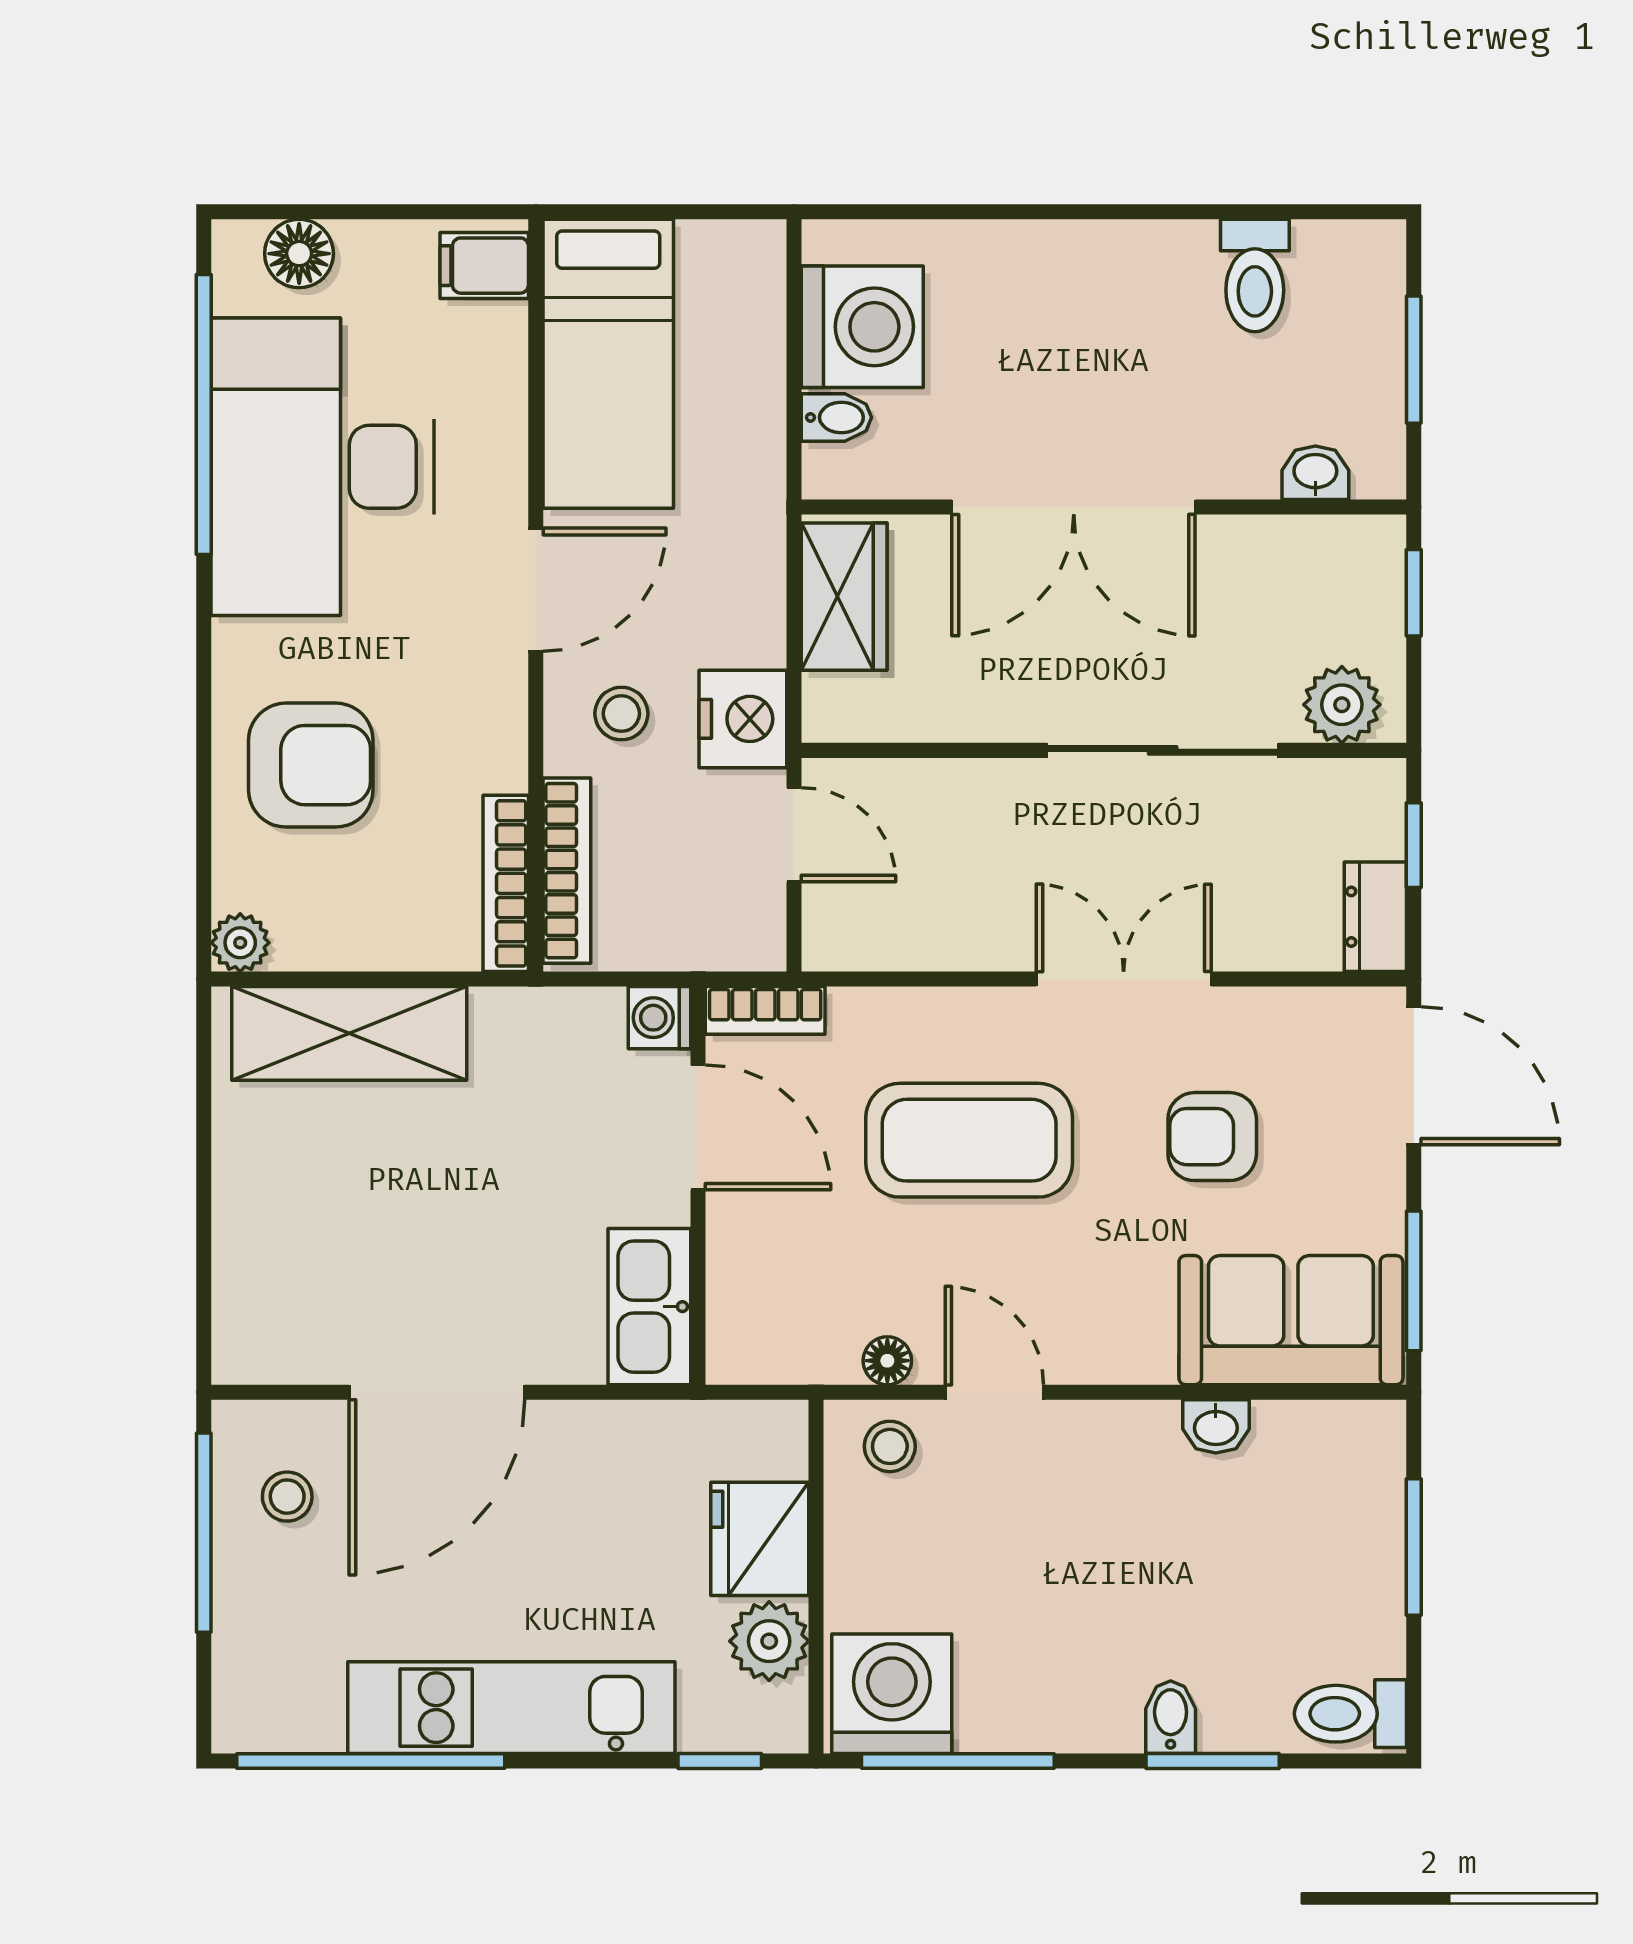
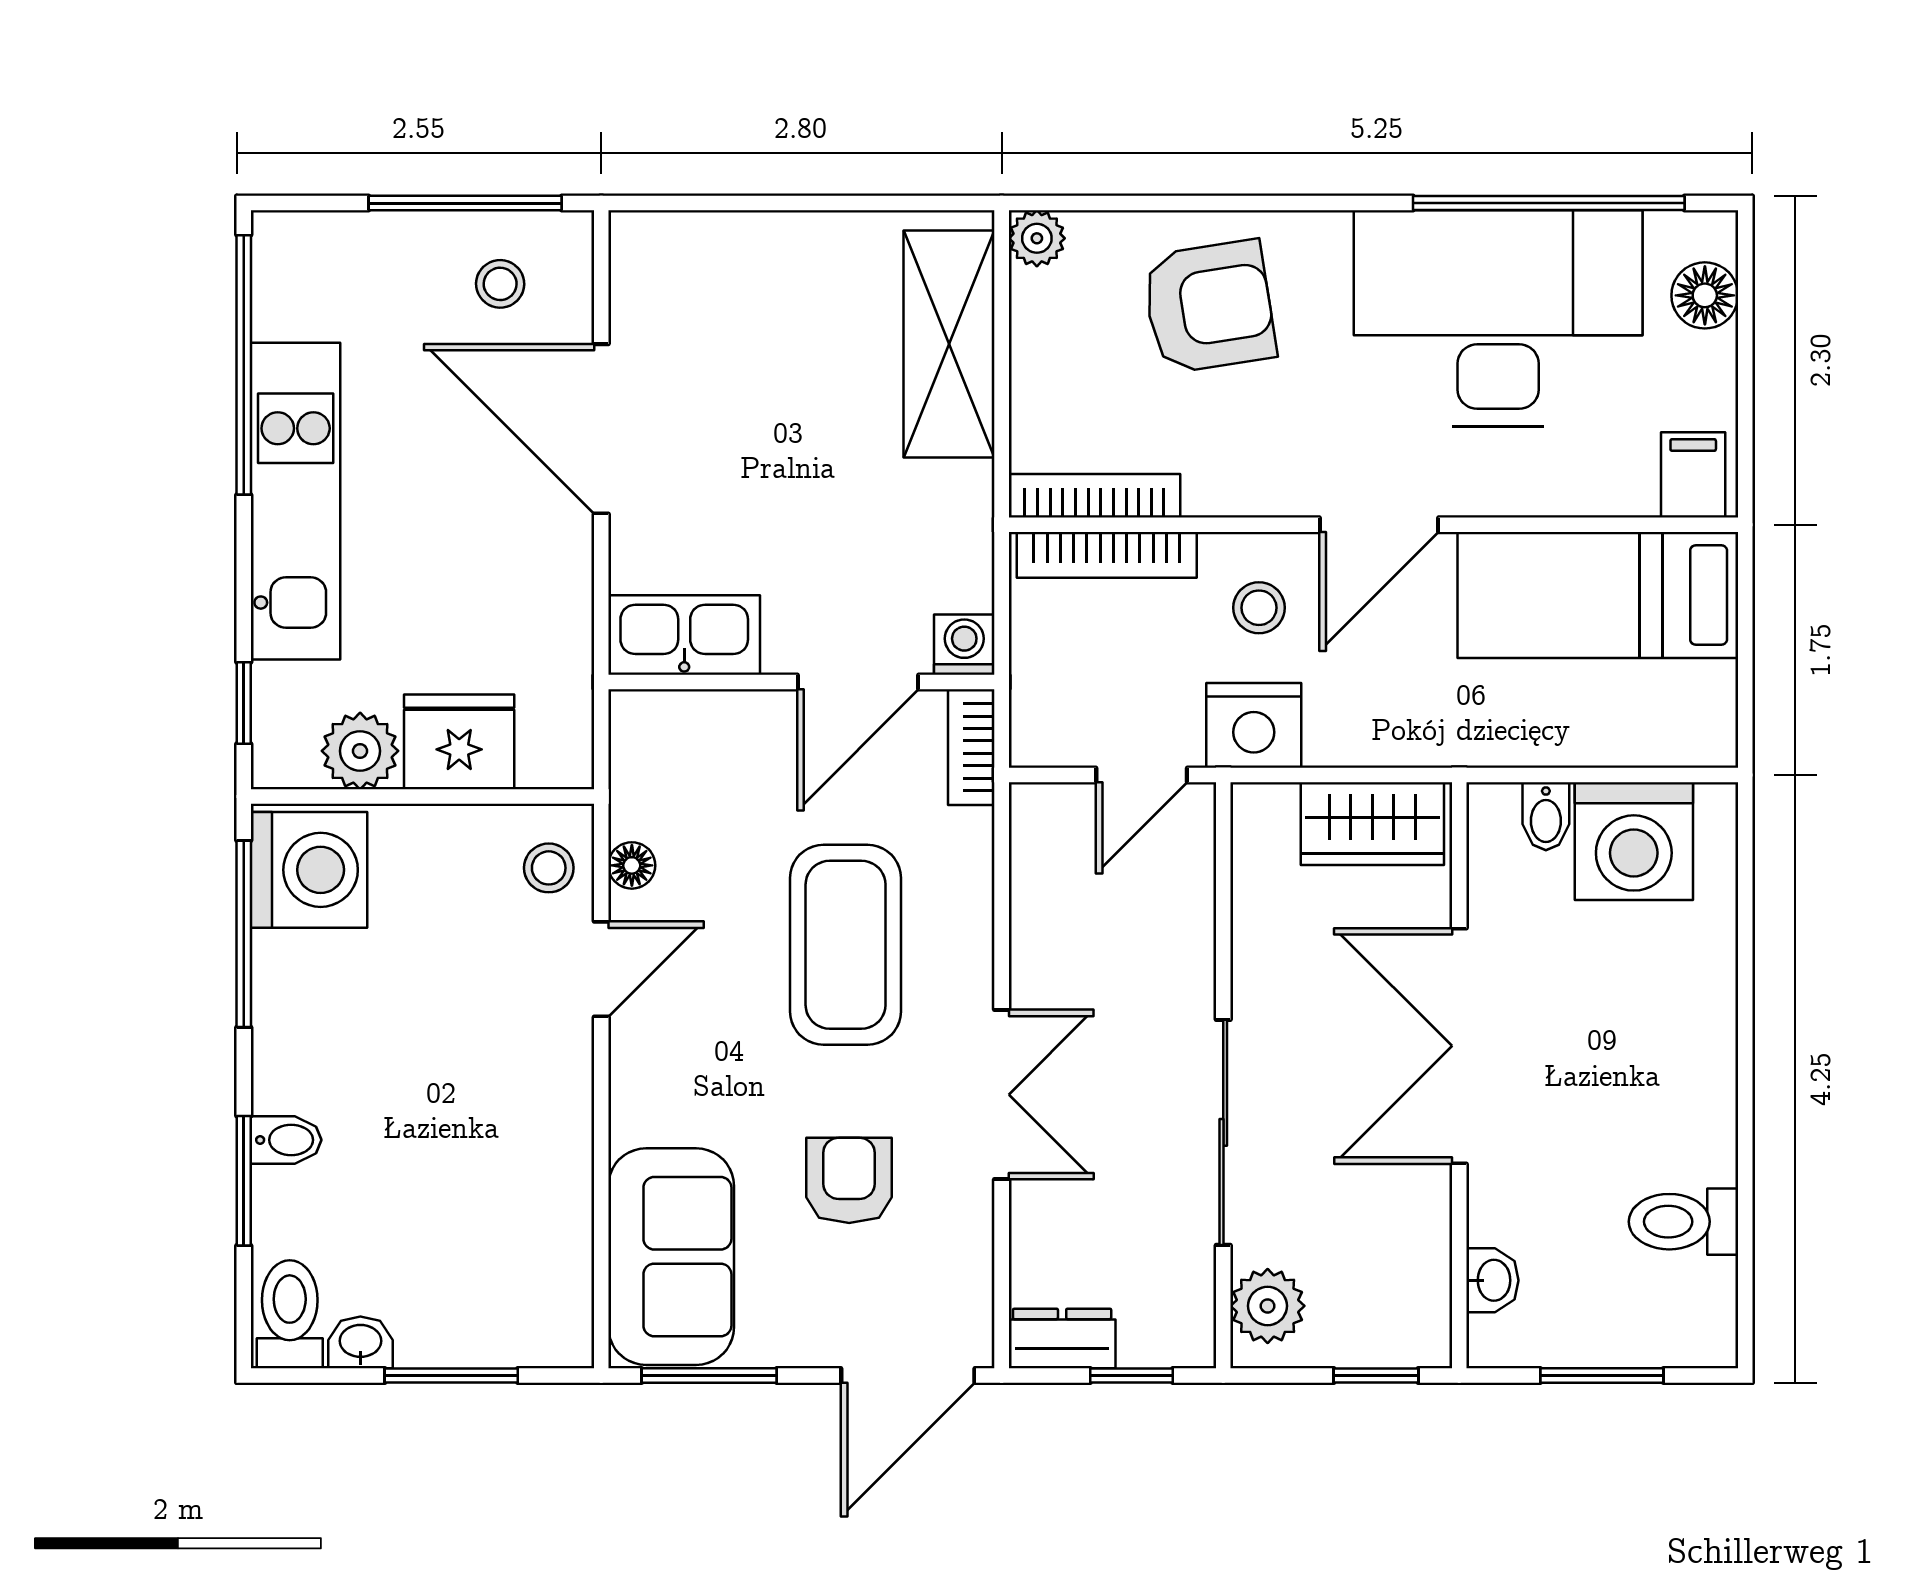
door: (536, 590) -> (1379, 525), hinge flipped
armchair: (311, 765) -> (1209, 307), turned -99
washbasin: (1216, 1426) -> (360, 1342), moved, turned 90

